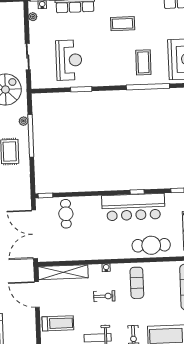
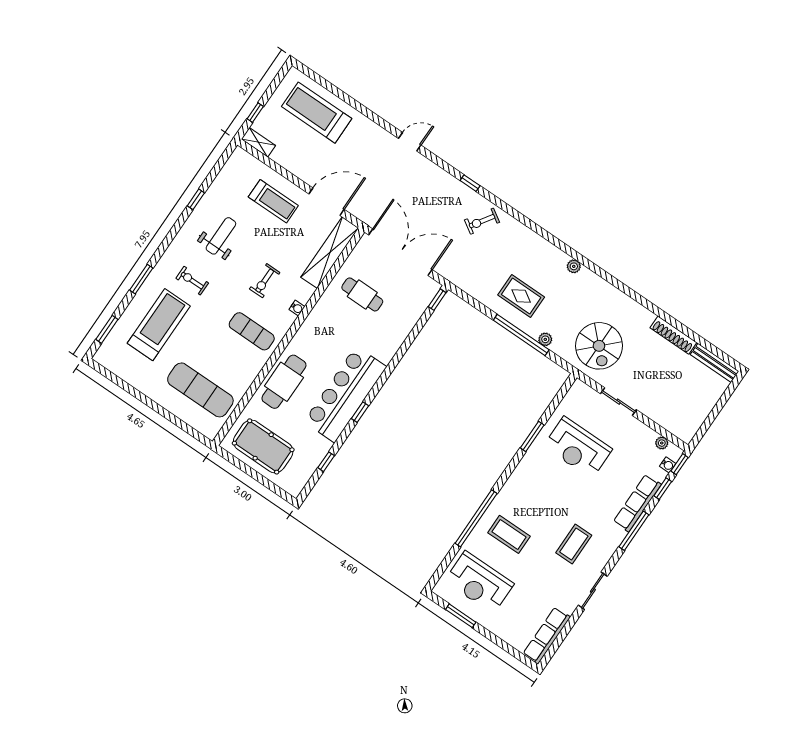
cafe table: (66, 214) -> (362, 294), moved
treadmill: (58, 323) -> (273, 201), turned -90

